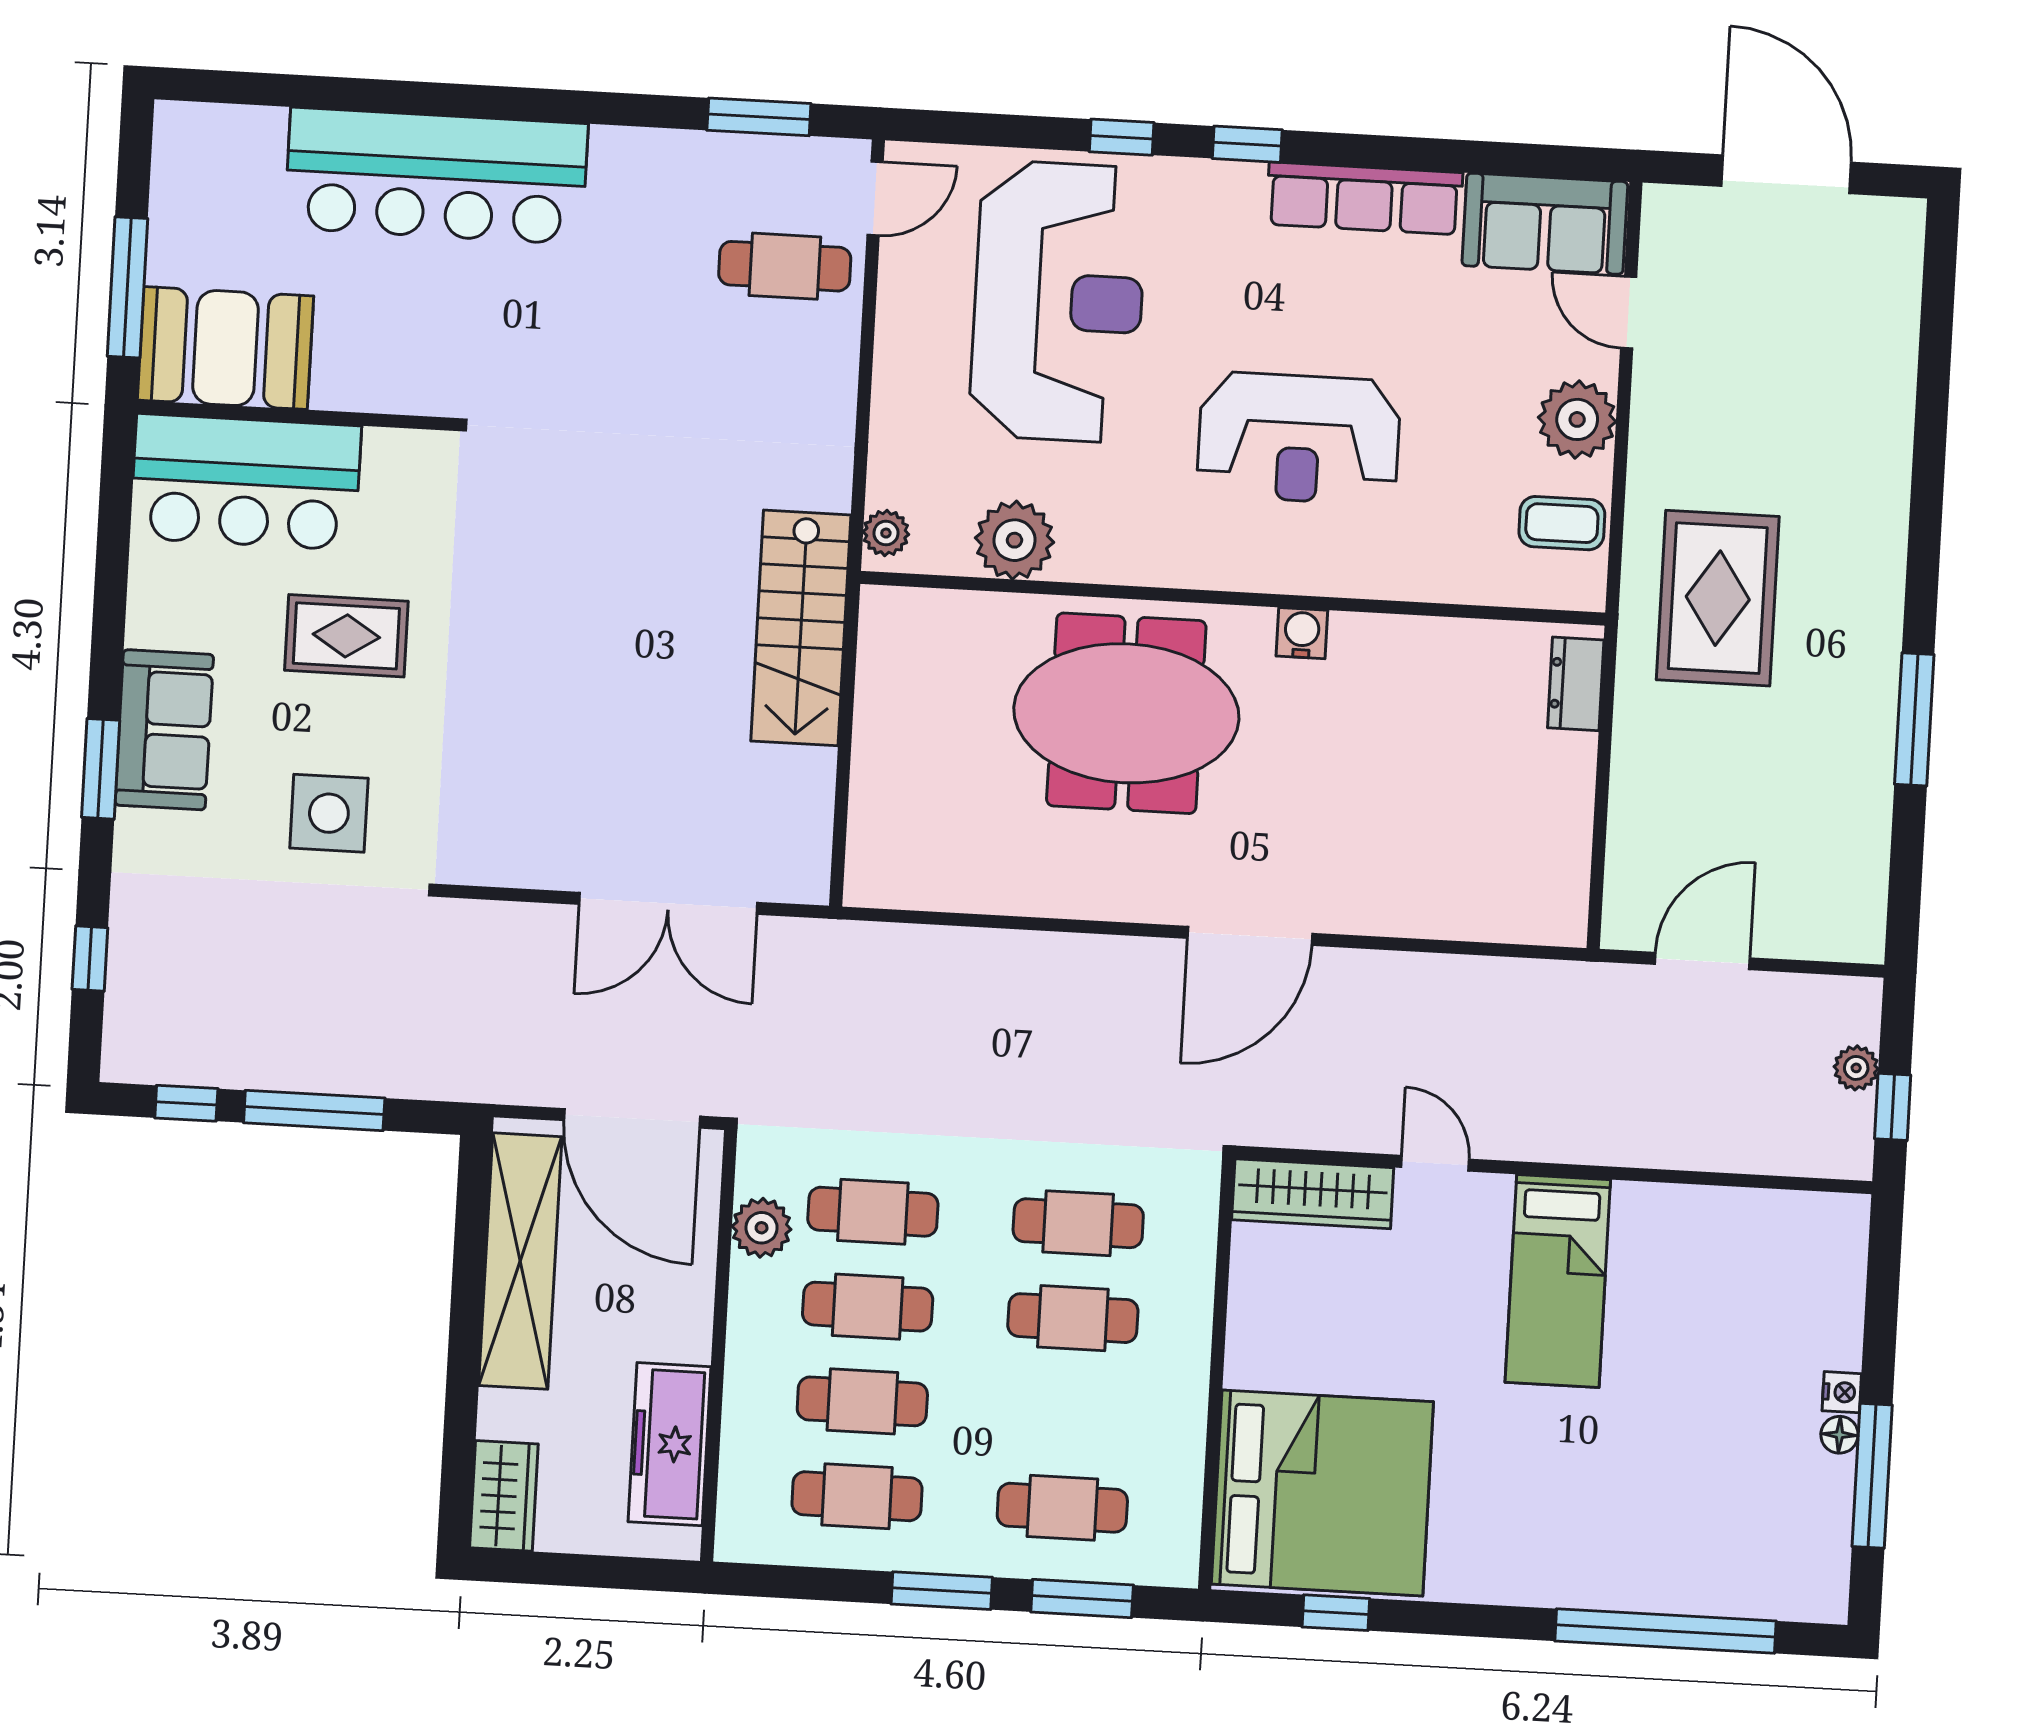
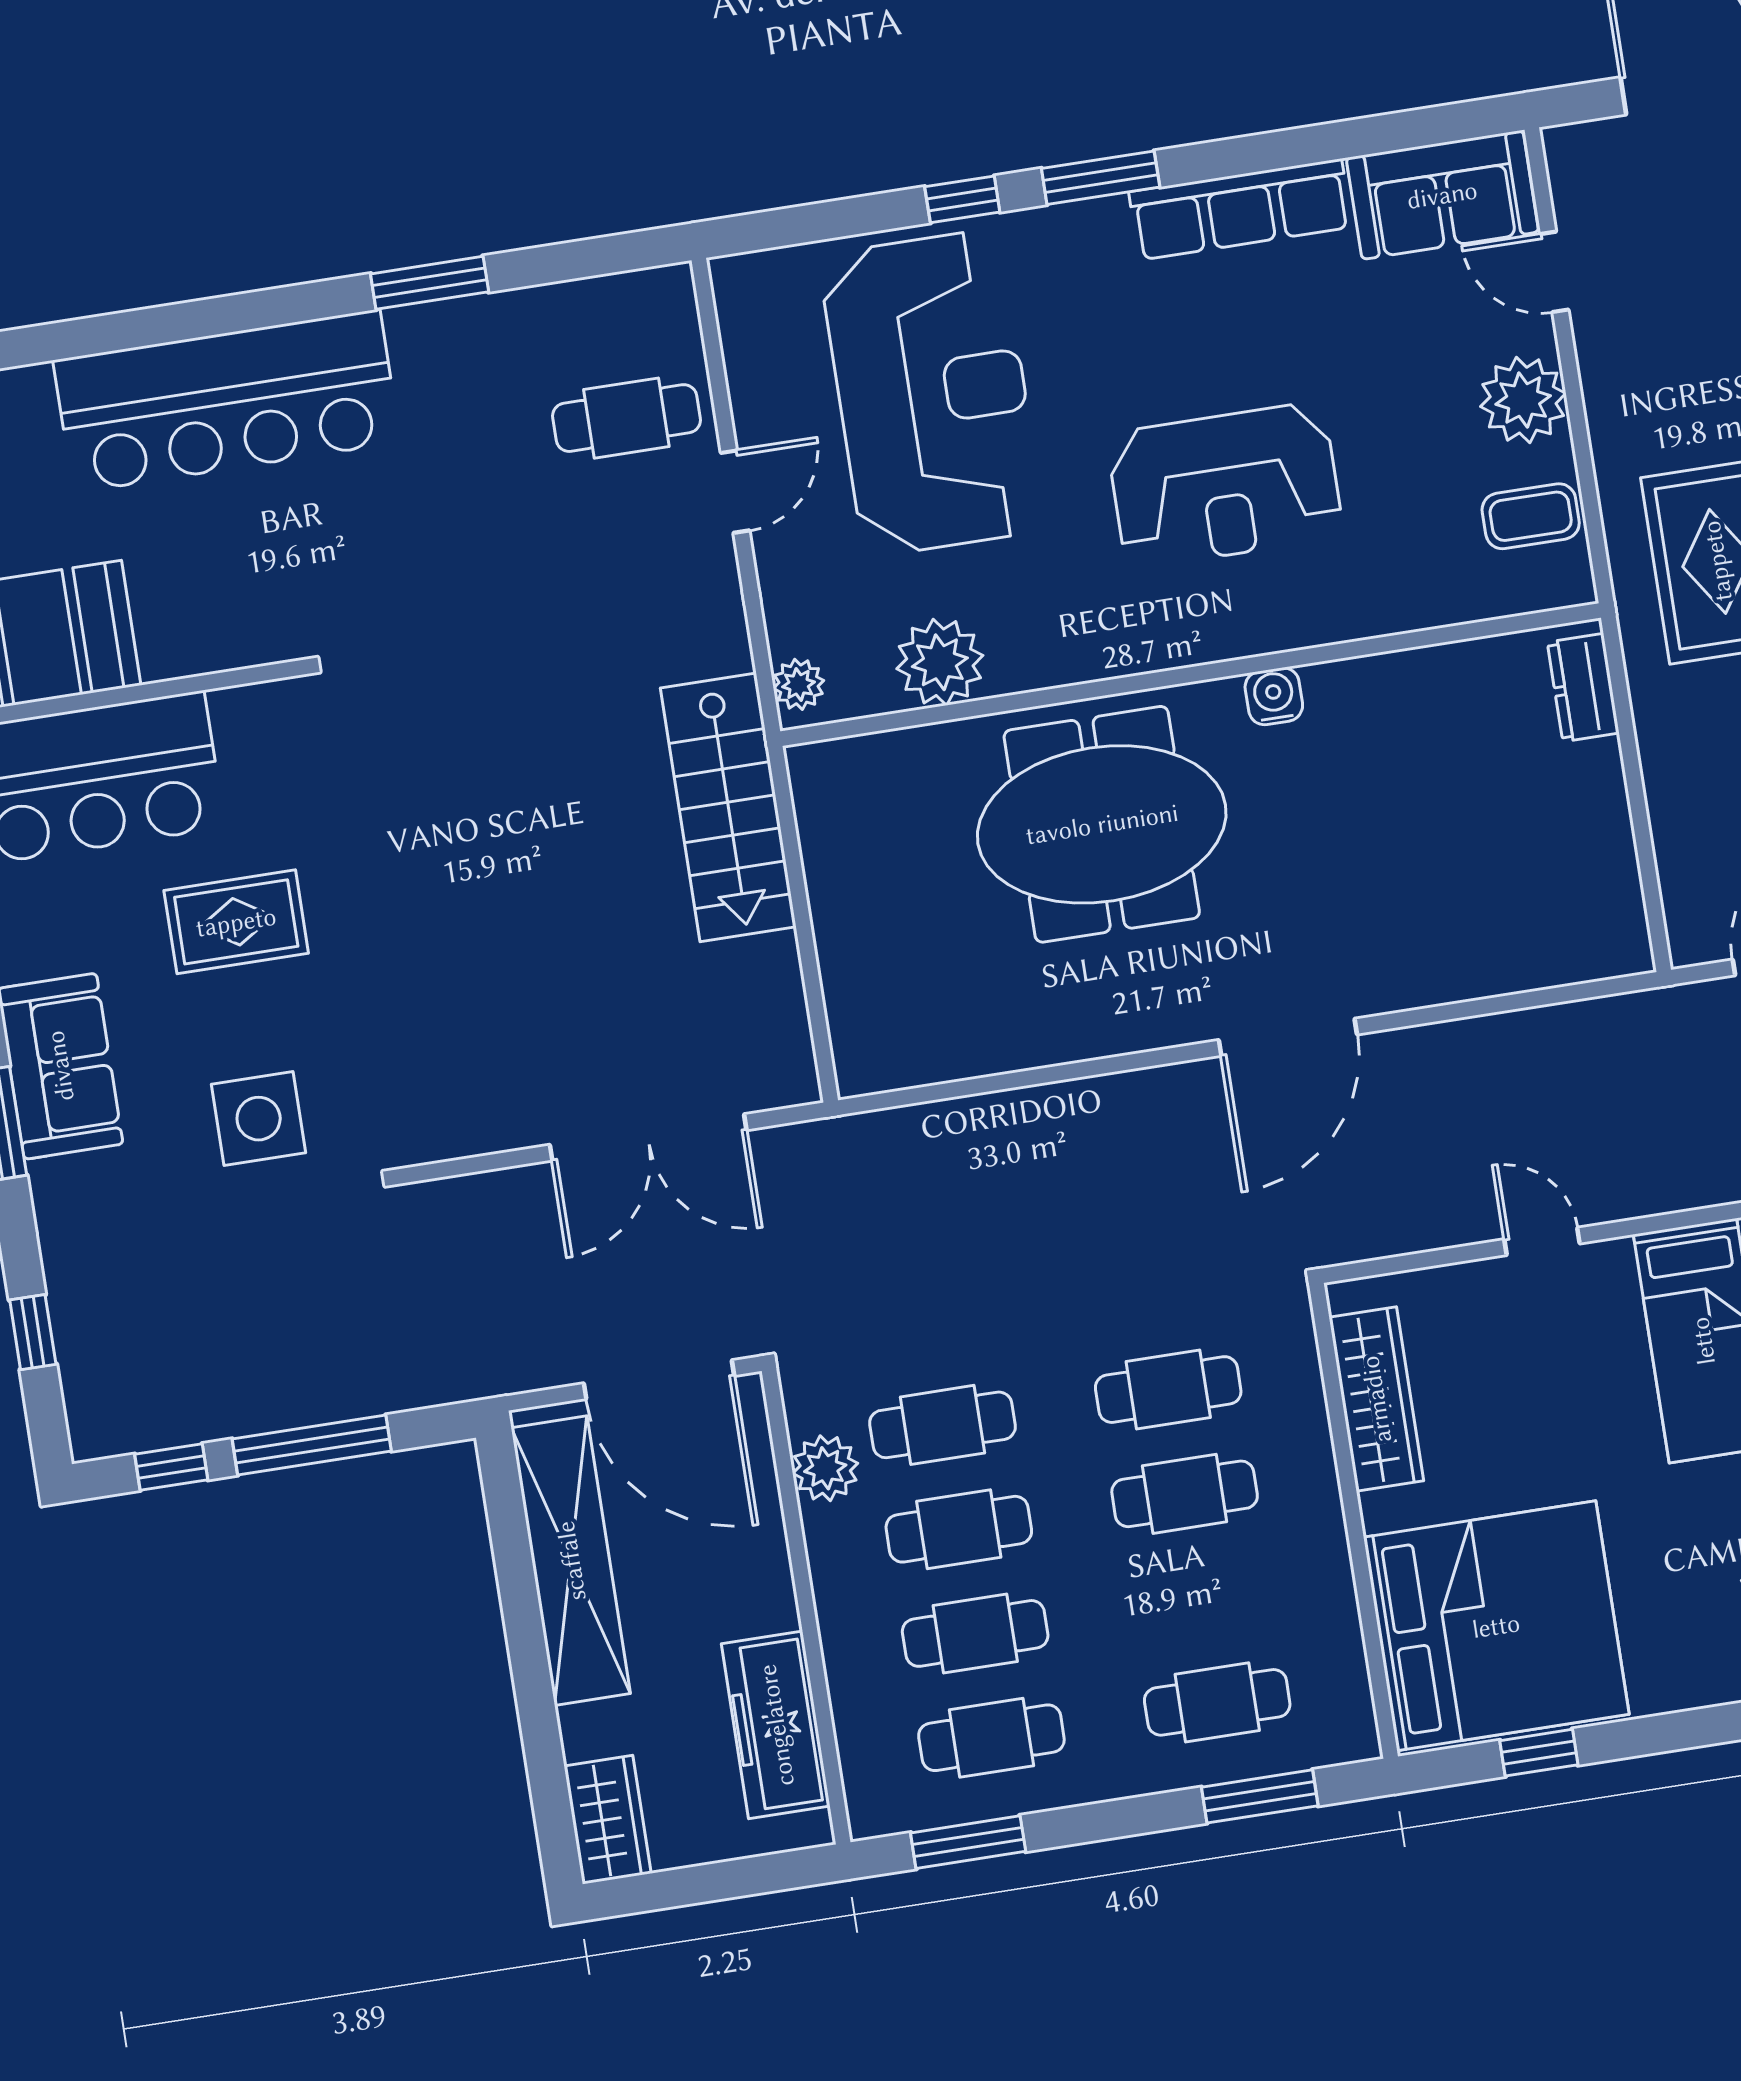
window: (759, 117) -> (430, 283), moved
window: (1247, 144) -> (1101, 178), width x1.50
door: (875, 198) -> (735, 492), moved
wardrobe: (1313, 1194) -> (1376, 1399), moved, turned -90
window: (942, 1591) -> (968, 1842), moved

